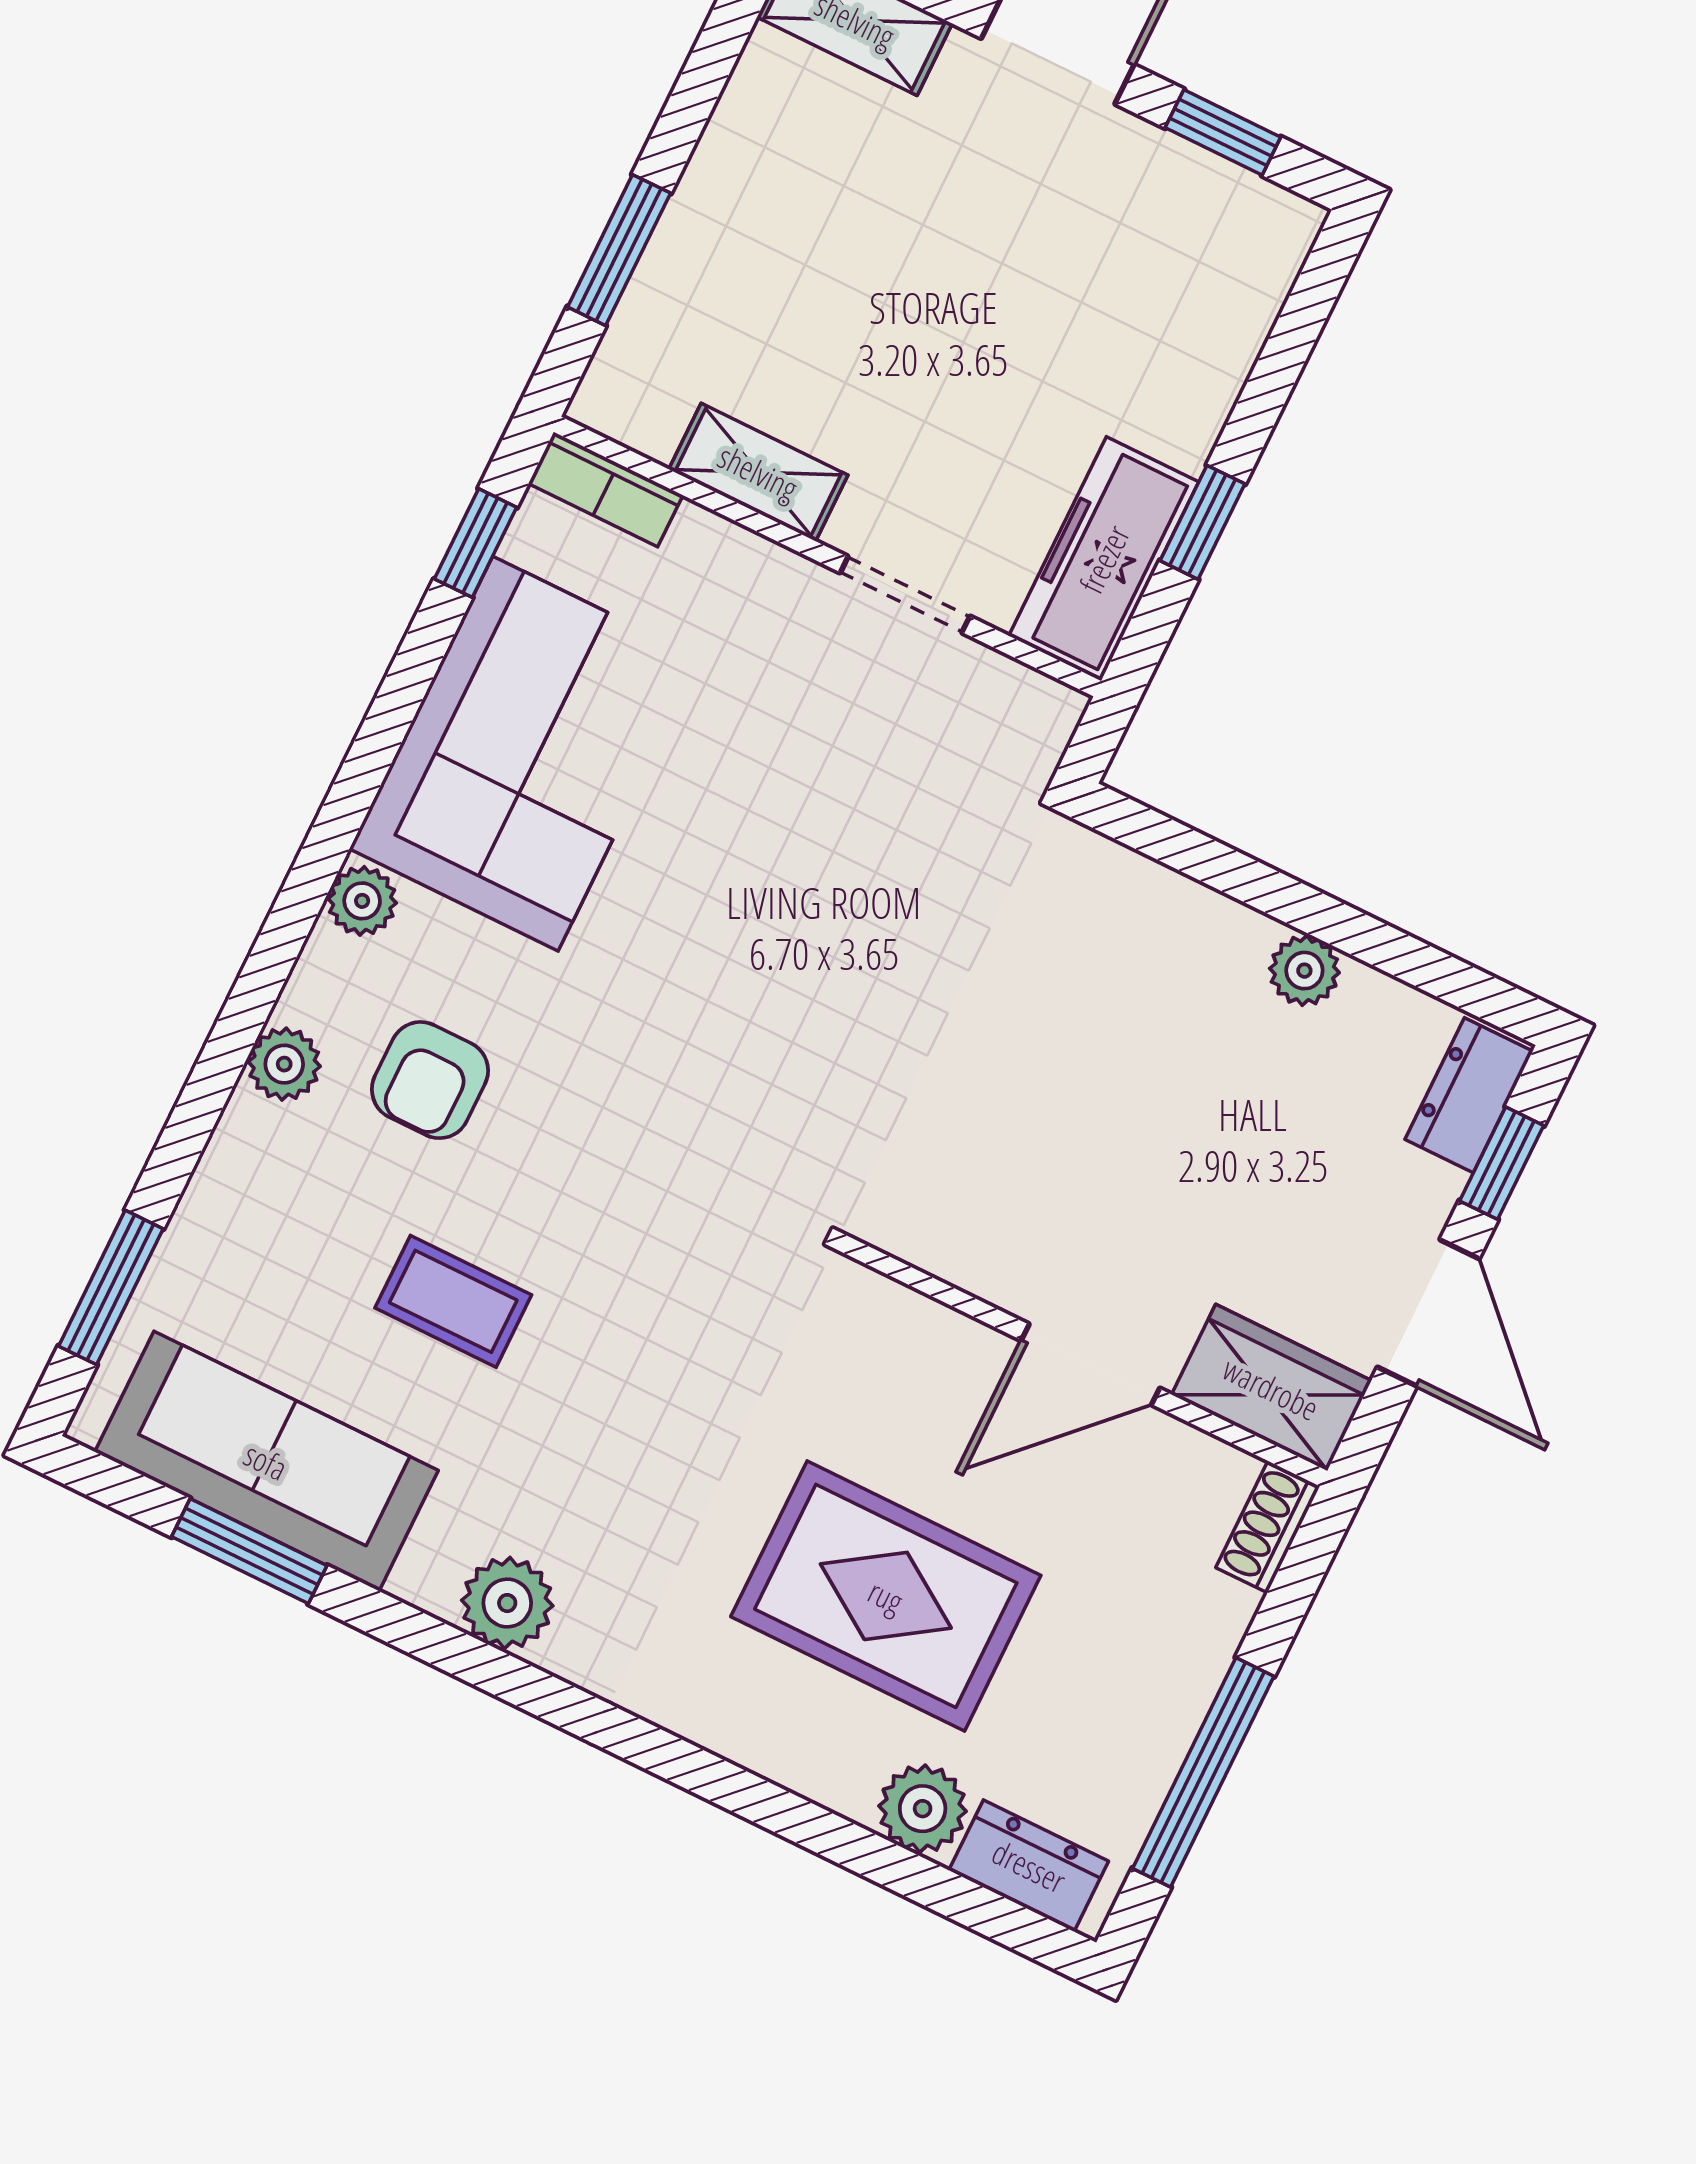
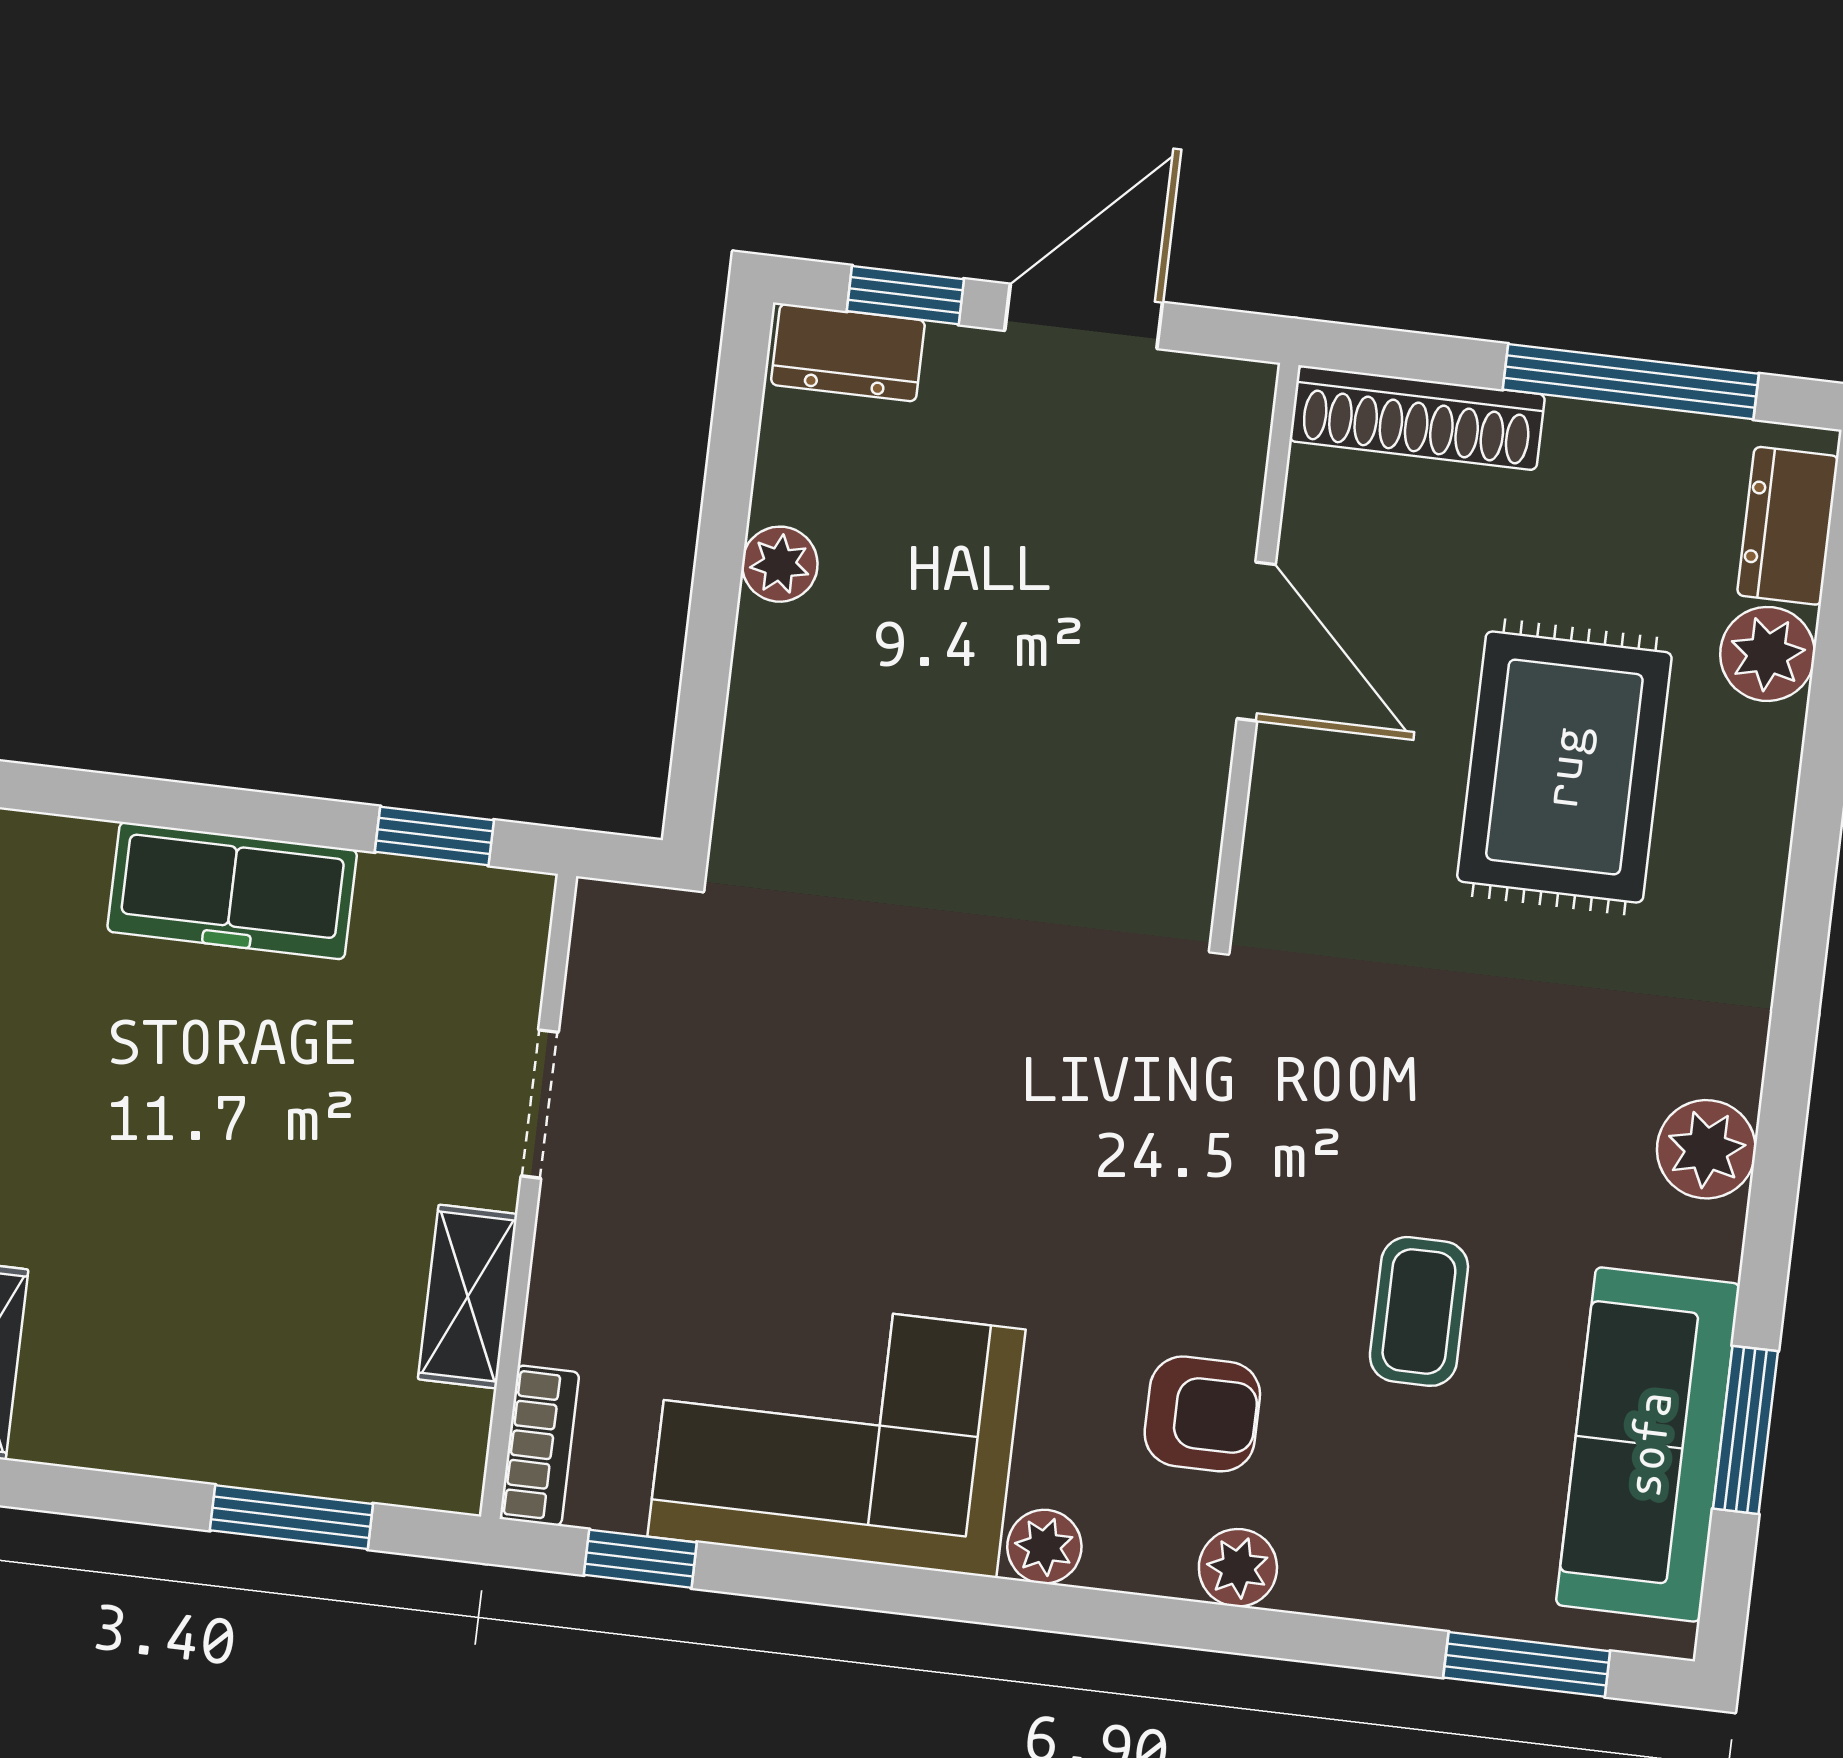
window: (1203, 522) -> (434, 836), moved
freezer: (1104, 559) -> (232, 891), moved
wardrobe: (1271, 1388) -> (1215, 449), removed
shoe rack: (1268, 1527) -> (1417, 418), width x1.94, depth x1.24

